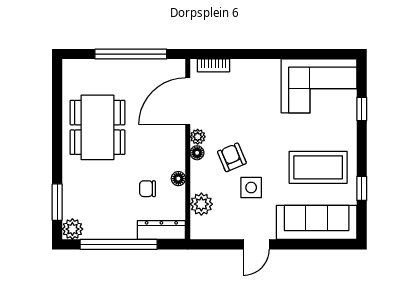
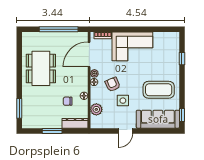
corner sofa: (319, 86) -> (132, 46), moved
window: (362, 188) -> (182, 115), moved
plant: (72, 229) -> (27, 123), removed
window: (119, 244) -> (52, 131), width x0.47

